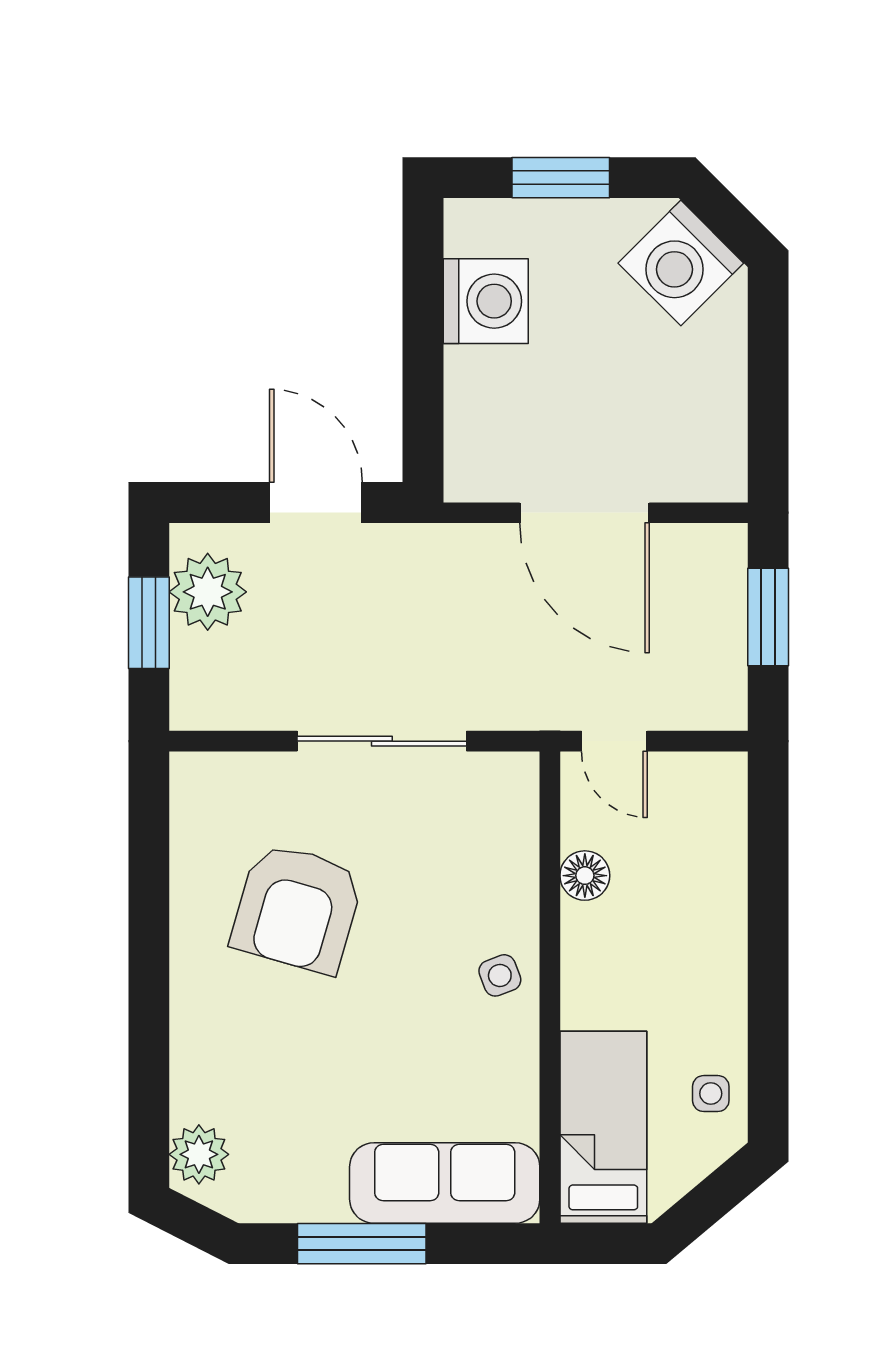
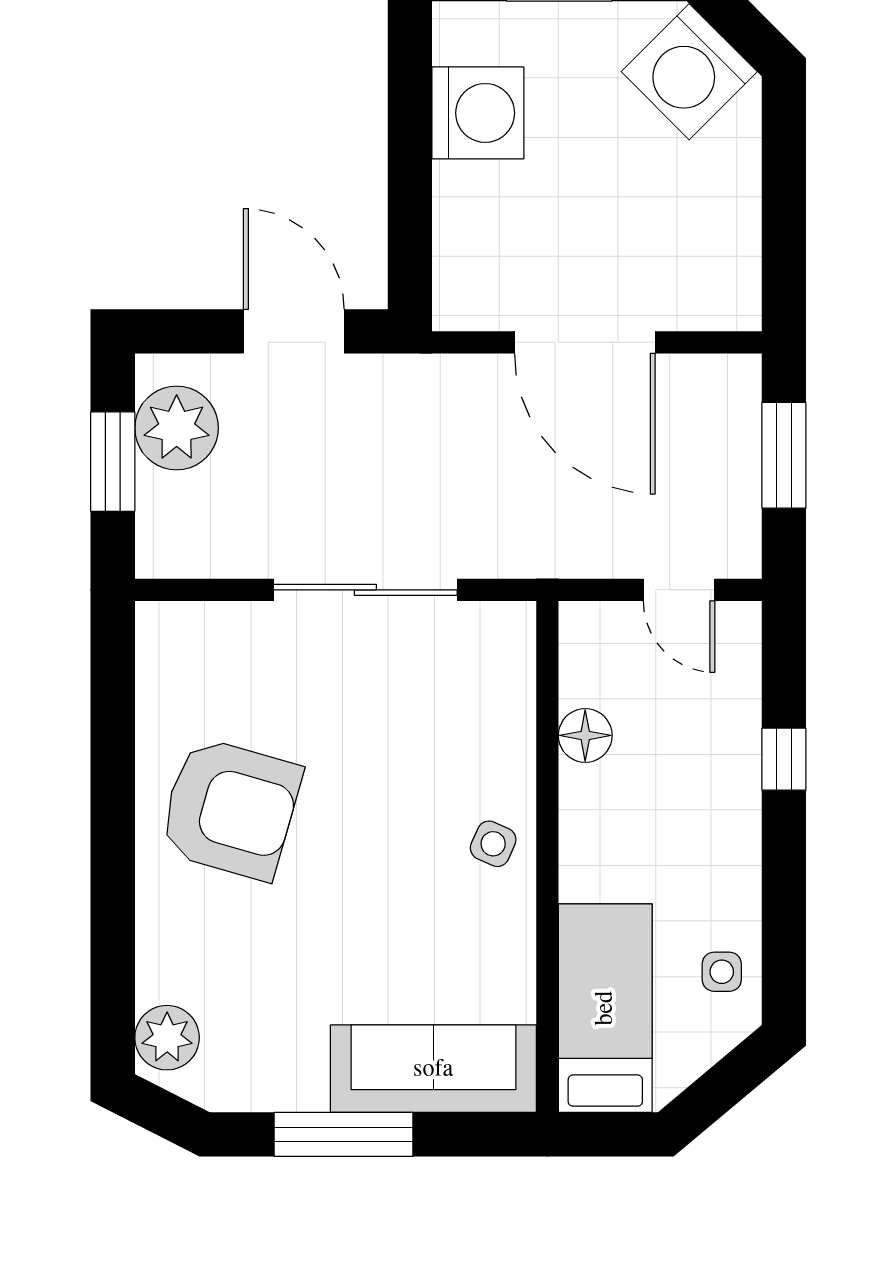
door: (614, 741) -> (679, 590), moved
window: (768, 897) -> (784, 759), added
armchair: (297, 908) -> (230, 809), moved, turned -90
side table: (500, 975) -> (493, 844), turned 45

